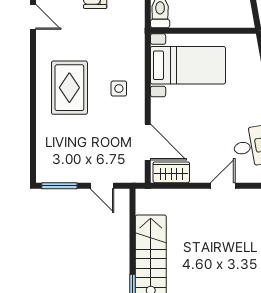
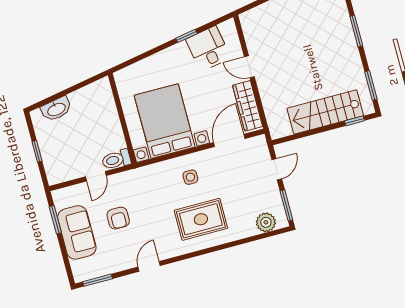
bed with nightstands: (188, 65) -> (165, 121), width x1.36
plant: (47, 158) -> (266, 222), added
wardrobe: (171, 172) -> (248, 106), width x1.50

